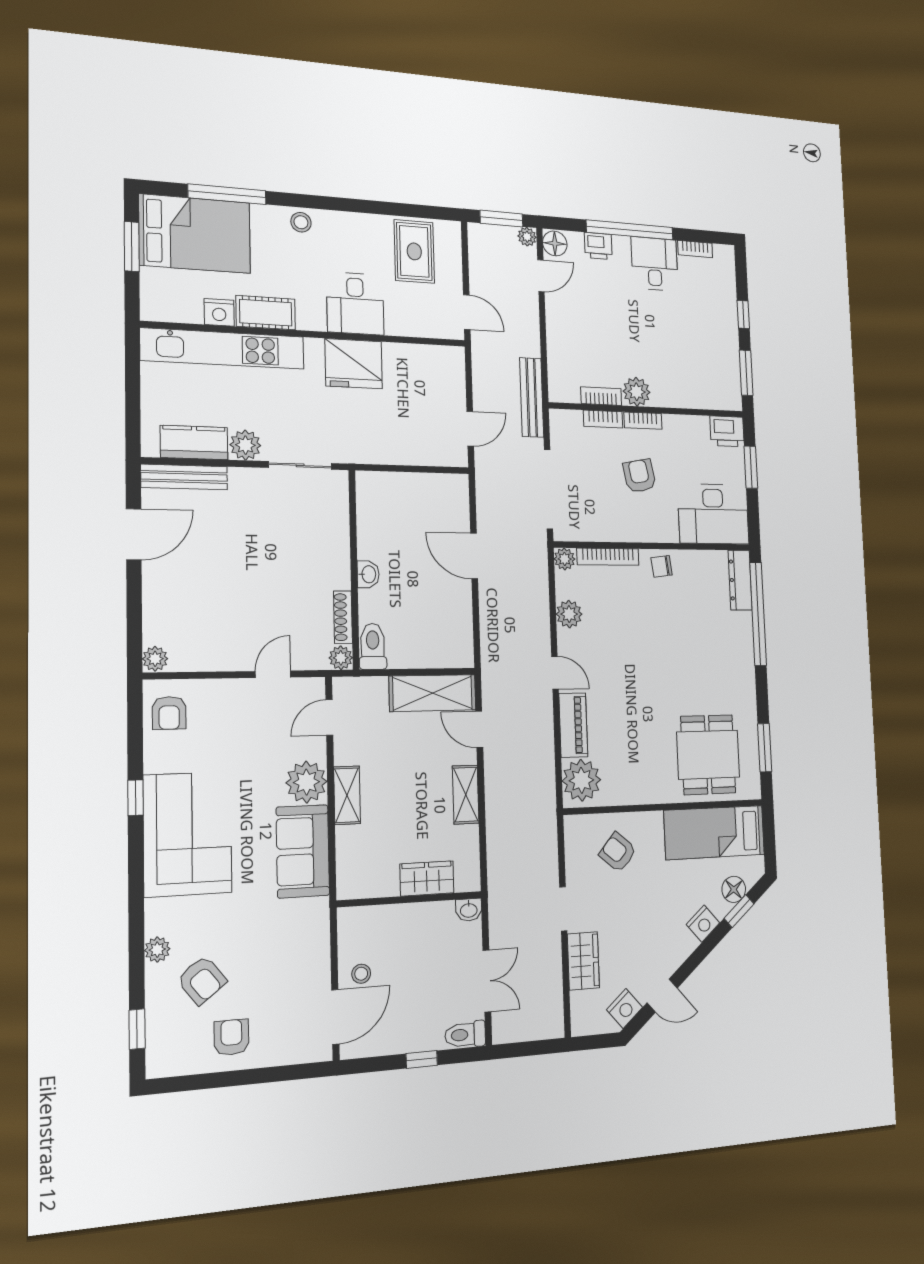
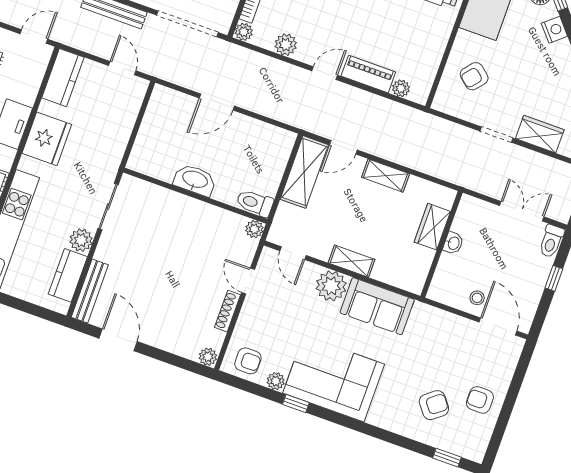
kitchen counter: (433, 361) -> (63, 78), added
washbasin: (368, 574) -> (195, 180), width x1.91, depth x1.45
shoe rack: (343, 617) -> (227, 311), moved, turned 90
plant: (581, 780) -> (401, 88), width x0.53, depth x0.53
washbasin: (469, 910) -> (453, 243), moved
plant: (157, 950) -> (276, 381), moved

